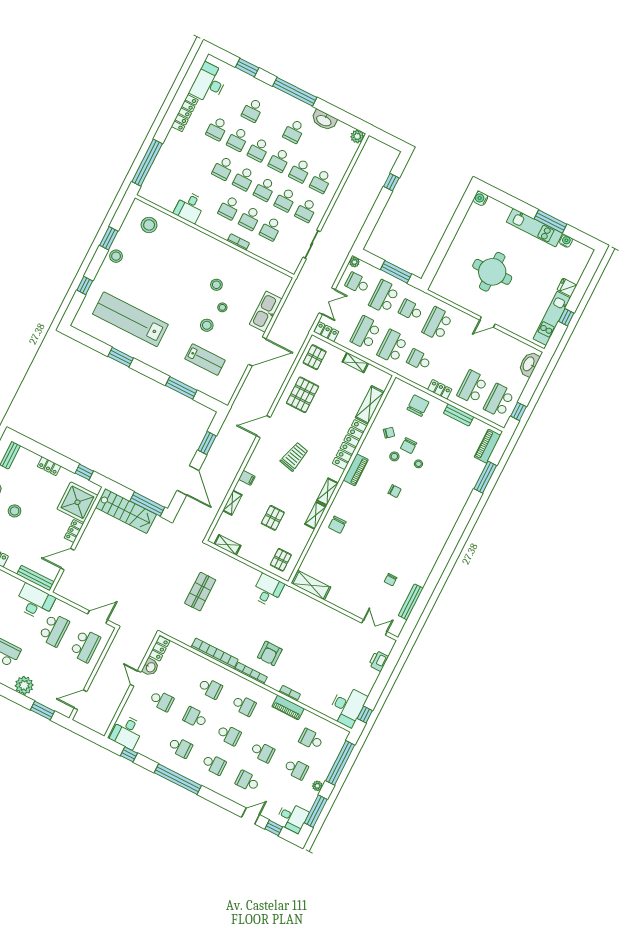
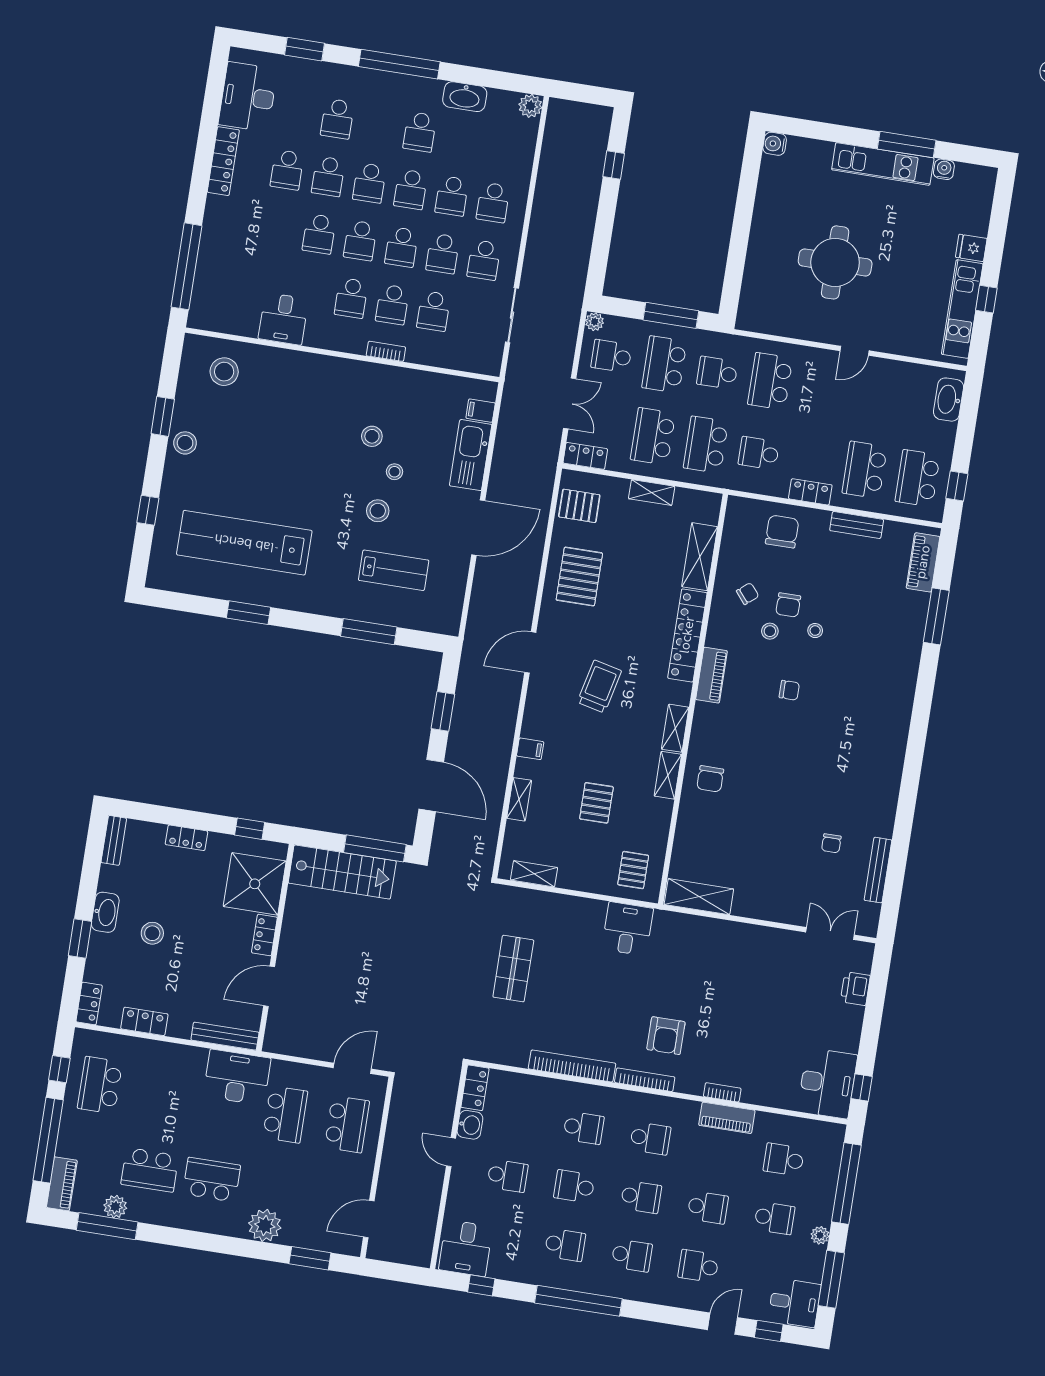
filing cabinet: (279, 290) -> (481, 411), added
pallet: (315, 357) -> (579, 506), turned 90

